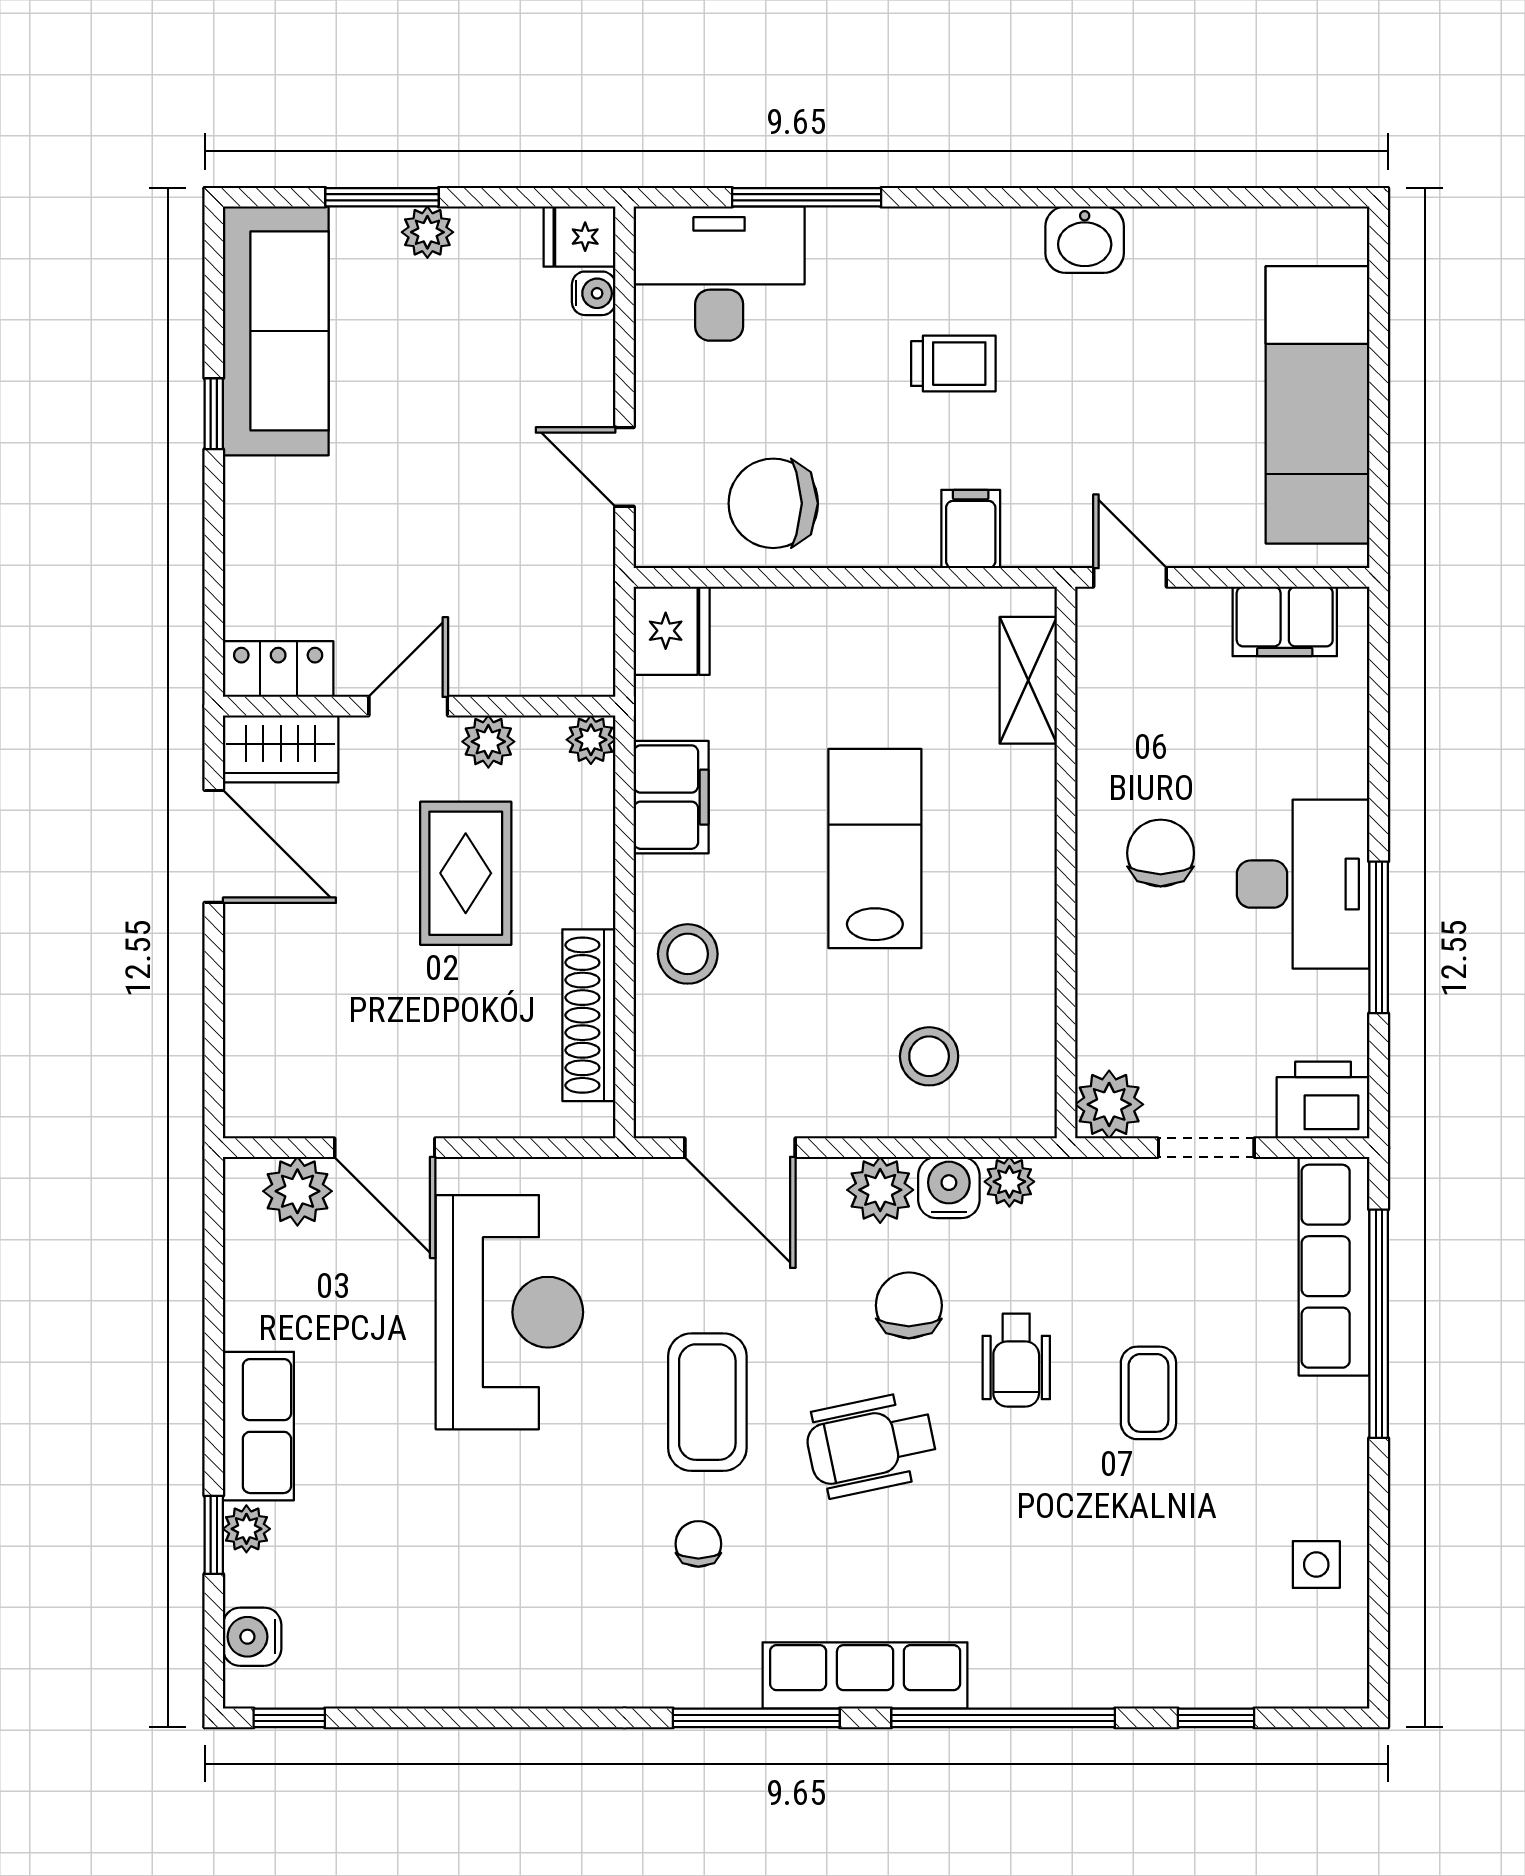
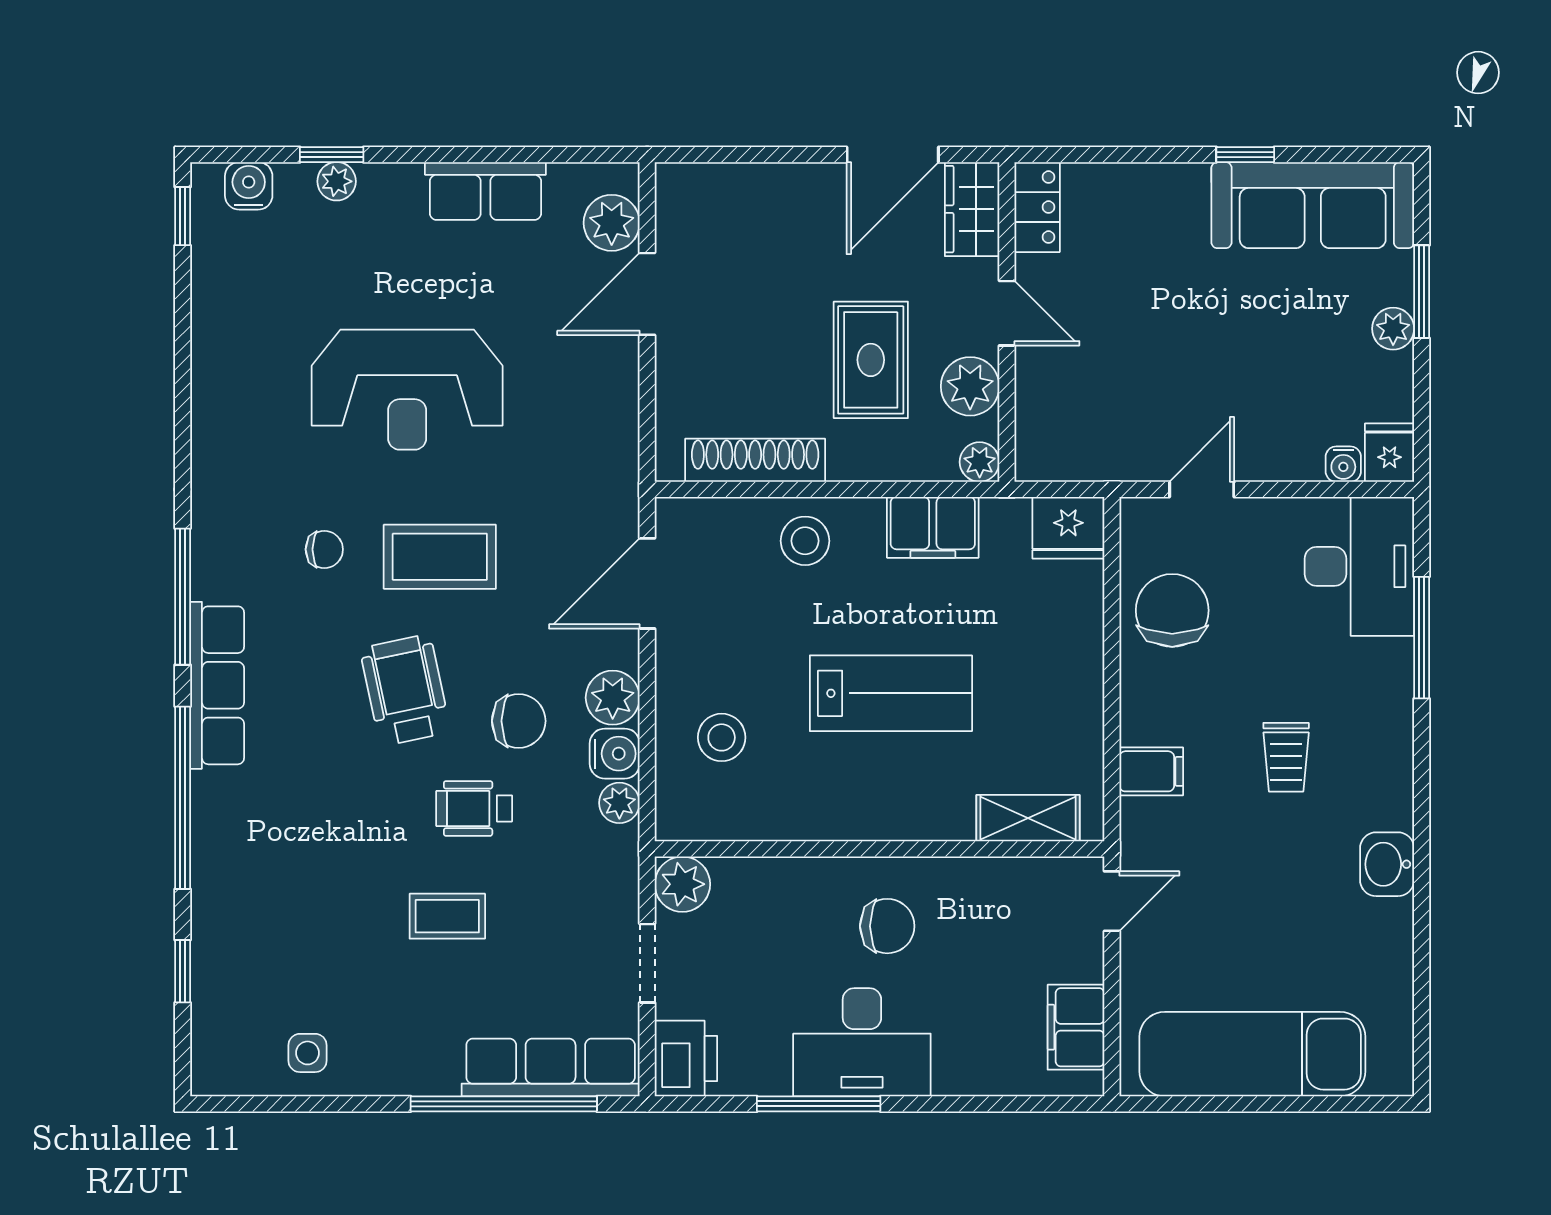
plant: (488, 742) -> (970, 386), width x1.38, depth x1.38
rug: (466, 873) -> (871, 360), turned 90
reception desk: (509, 1312) -> (407, 390), moved
row of seats: (258, 1426) -> (485, 191), moved

